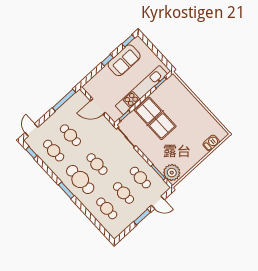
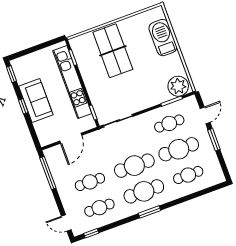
sofa: (124, 60) -> (36, 101), moved
table tennis table: (155, 118) -> (113, 51), moved, turned 90
barbecue: (211, 143) -> (163, 38), width x1.88, depth x1.53
cafe table: (97, 164) -> (134, 166), width x1.37, depth x1.35
cafe table: (124, 193) -> (179, 149), width x1.37, depth x1.35

